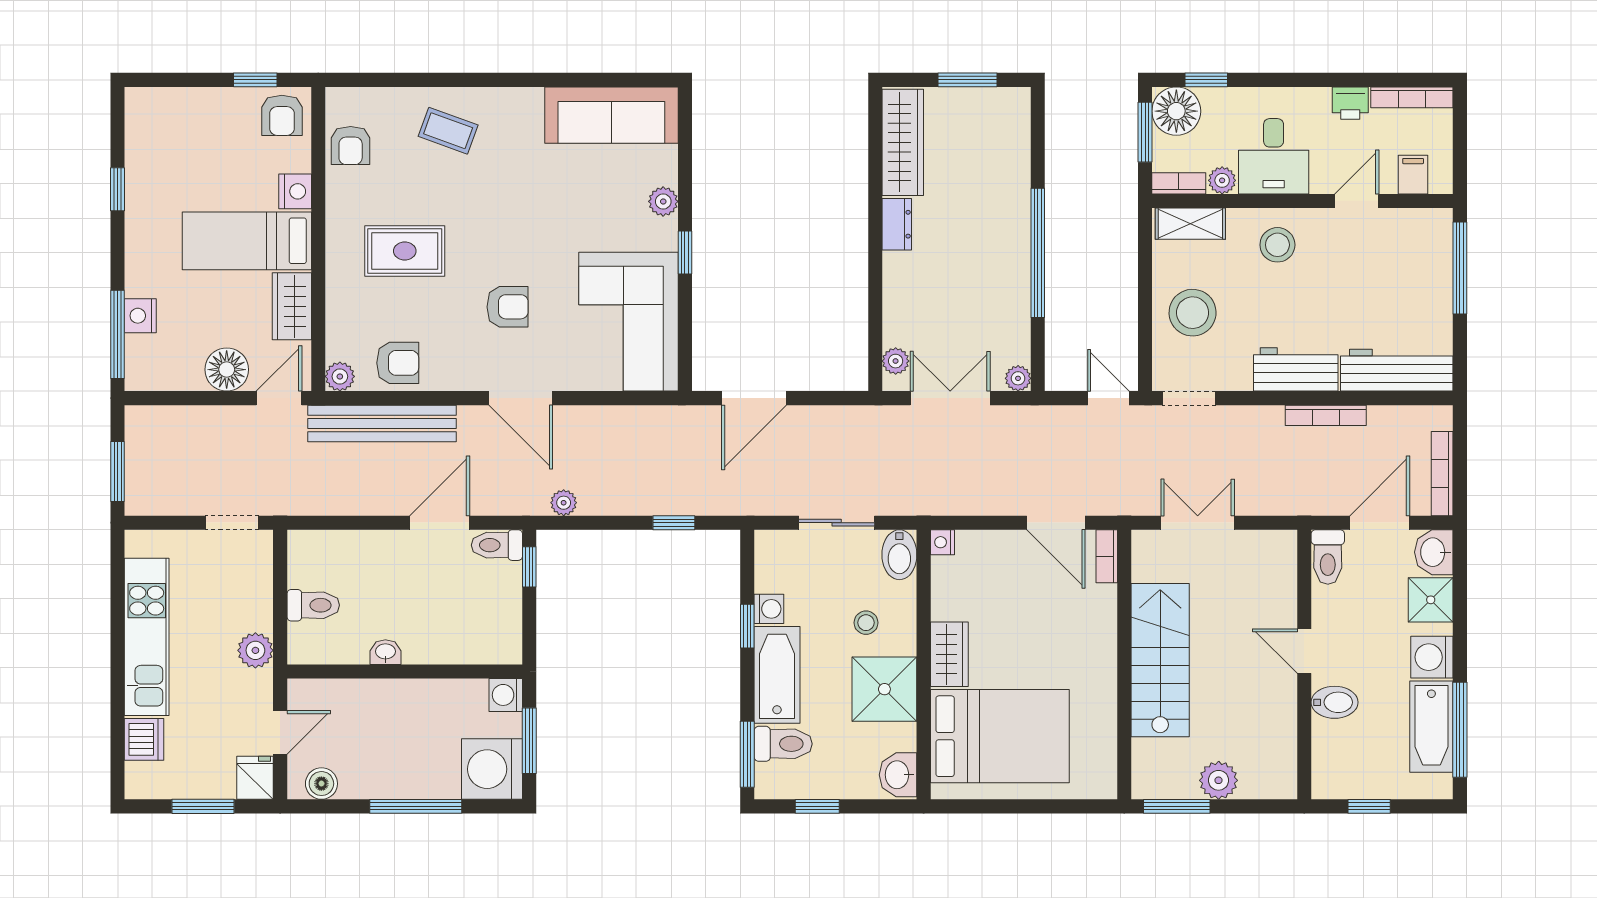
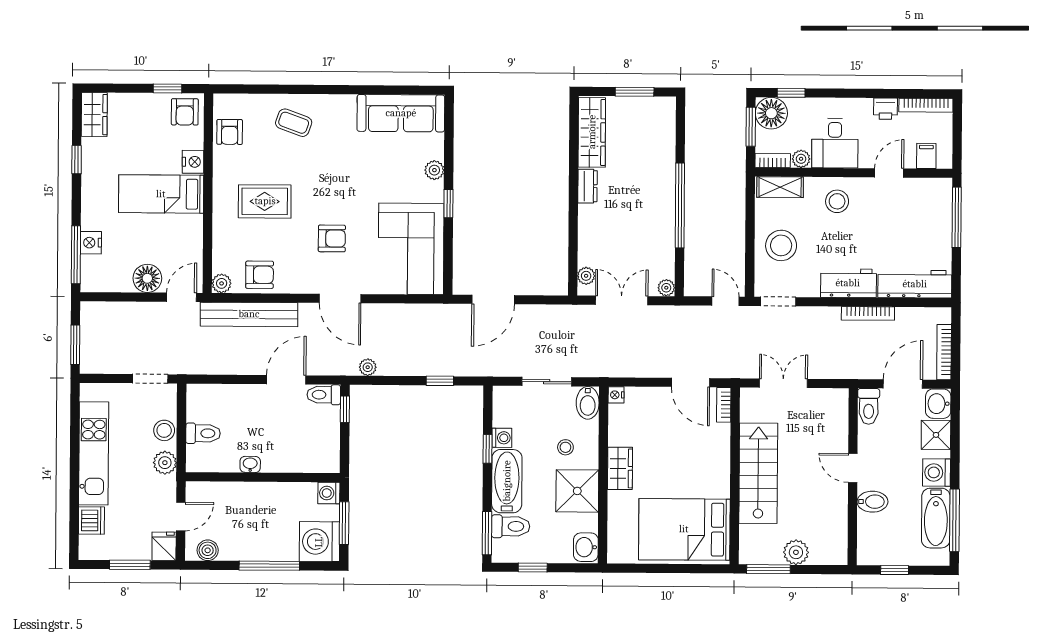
wardrobe: (292, 306) -> (94, 115), moved, turned 180
stool: (254, 601) -> (164, 430), added
bed: (1000, 736) -> (684, 529), moved, turned 180

